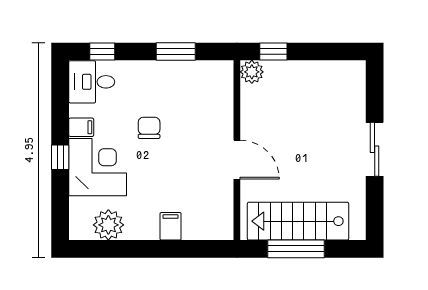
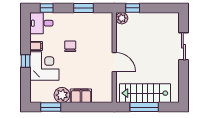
sliding door: (375, 149) -> (183, 46), moved
plant: (108, 225) -> (62, 95), moved
filing cabinet: (171, 226) -> (81, 96), width x2.00
window: (110, 249) -> (51, 107), added

